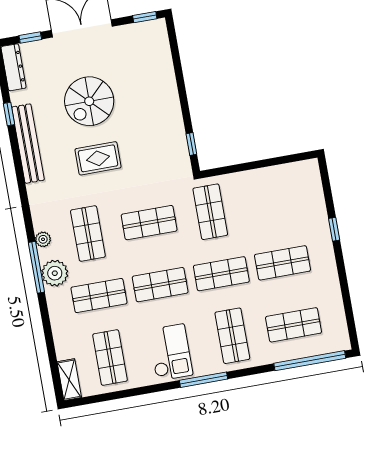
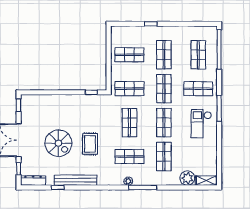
plant: (55, 273) -> (187, 178), moved
checkout: (170, 352) -> (201, 124), turned -90
shop shelf: (110, 358) -> (129, 55), moved

